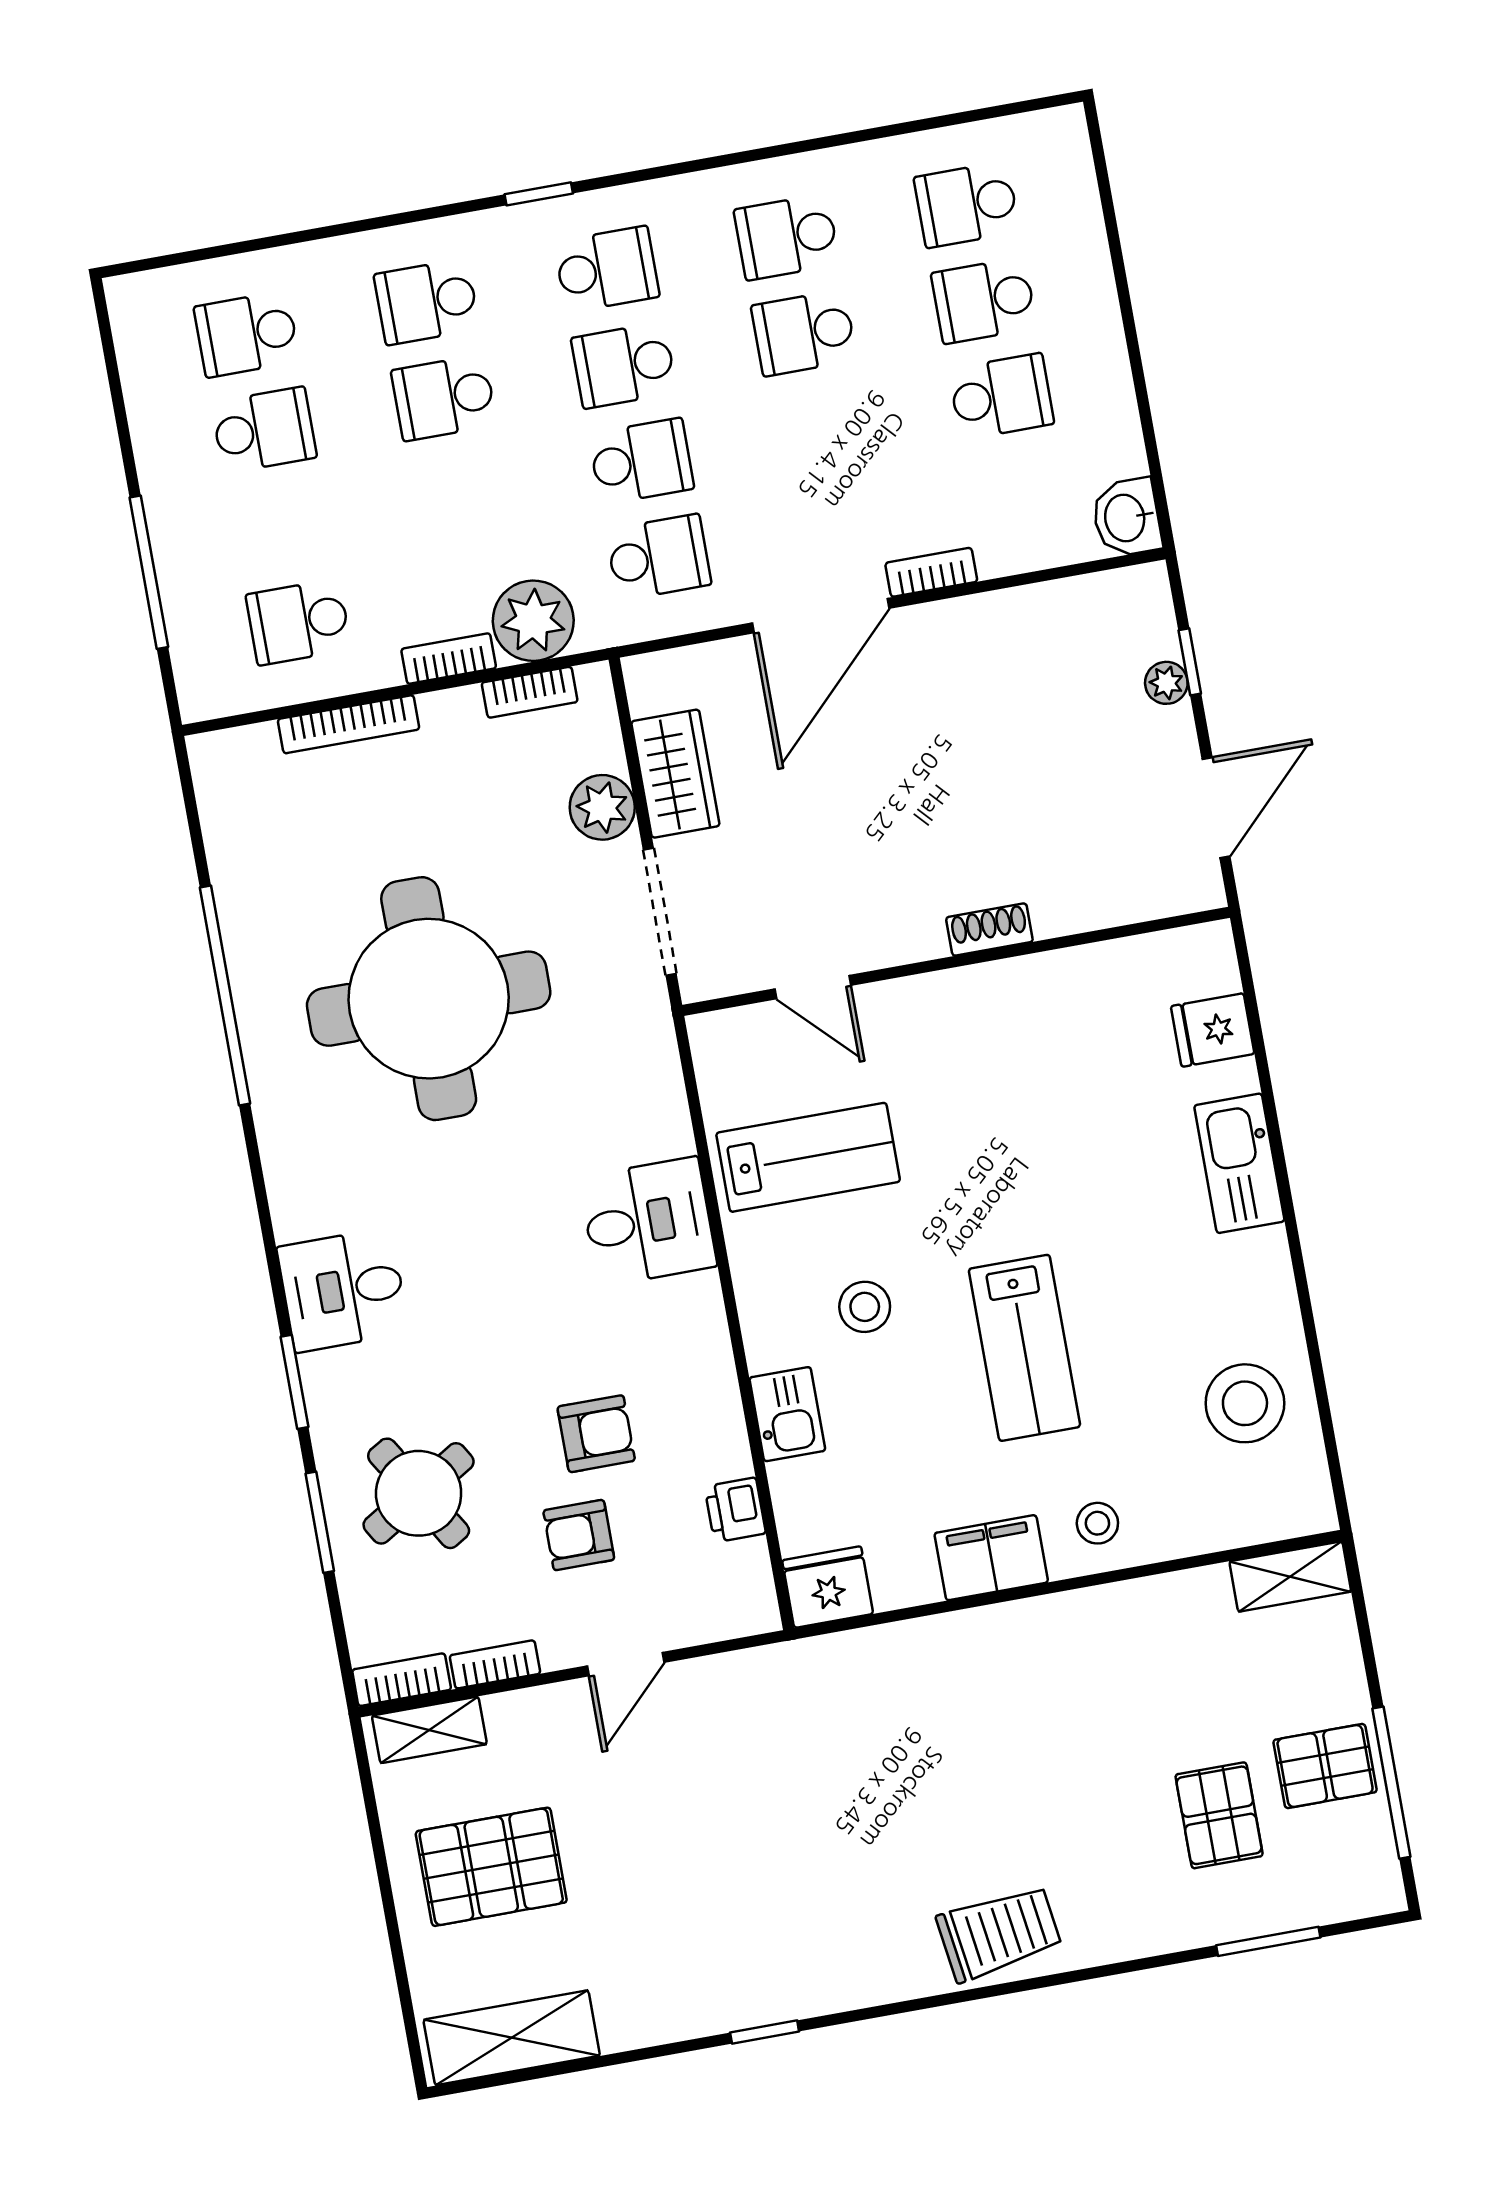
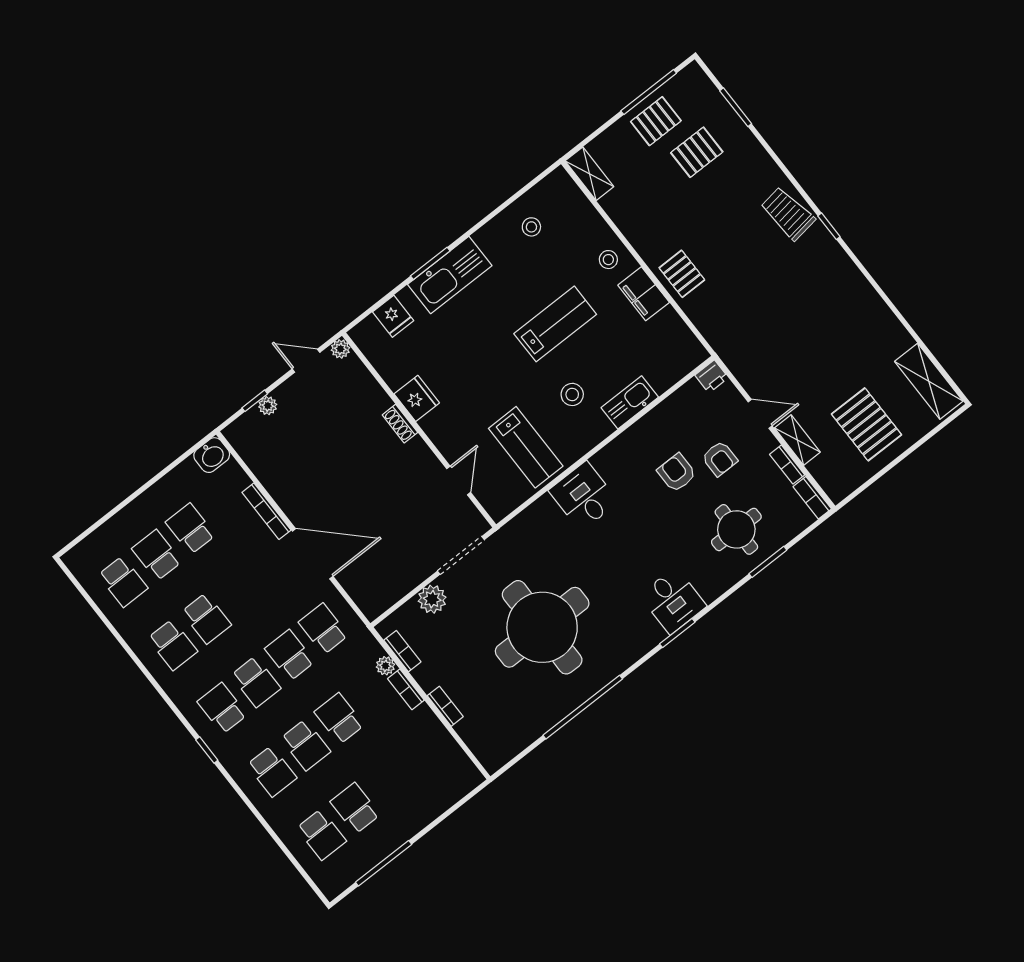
school desk: (984, 301) -> (157, 555), turned 180
window: (149, 572) -> (384, 863), moved
bookcase: (931, 572) -> (266, 511), width x1.56
plant: (533, 621) -> (385, 666), width x0.53, depth x0.53
school desk: (298, 622) -> (339, 718), moved, turned 180
bookcase: (349, 724) -> (445, 706), width x0.64
wardrobe: (675, 774) -> (404, 578), removed
door: (1216, 808) -> (306, 361), width x0.73
plant: (1203, 889) -> (340, 349), added
lab bench: (808, 1157) -> (526, 447), turned 180
window: (1280, 1161) -> (430, 263), added
kitchen sink: (1239, 1163) -> (450, 275), width x1.36, depth x1.24
window: (295, 1382) -> (677, 633), moved
stool: (1245, 1403) -> (531, 227), width x0.53, depth x0.53
kitchen sink: (787, 1414) -> (630, 402), width x1.38
round table: (419, 1493) -> (736, 529), turned 31
printer: (735, 1510) -> (712, 376), moved
fridge: (828, 1587) -> (417, 398), moved, turned 180
pallet: (990, 1656) -> (682, 274), added
shelving: (429, 1730) -> (797, 440), moved
pallet: (1325, 1766) -> (656, 121), turned 90
window: (765, 2032) -> (829, 226), moved

